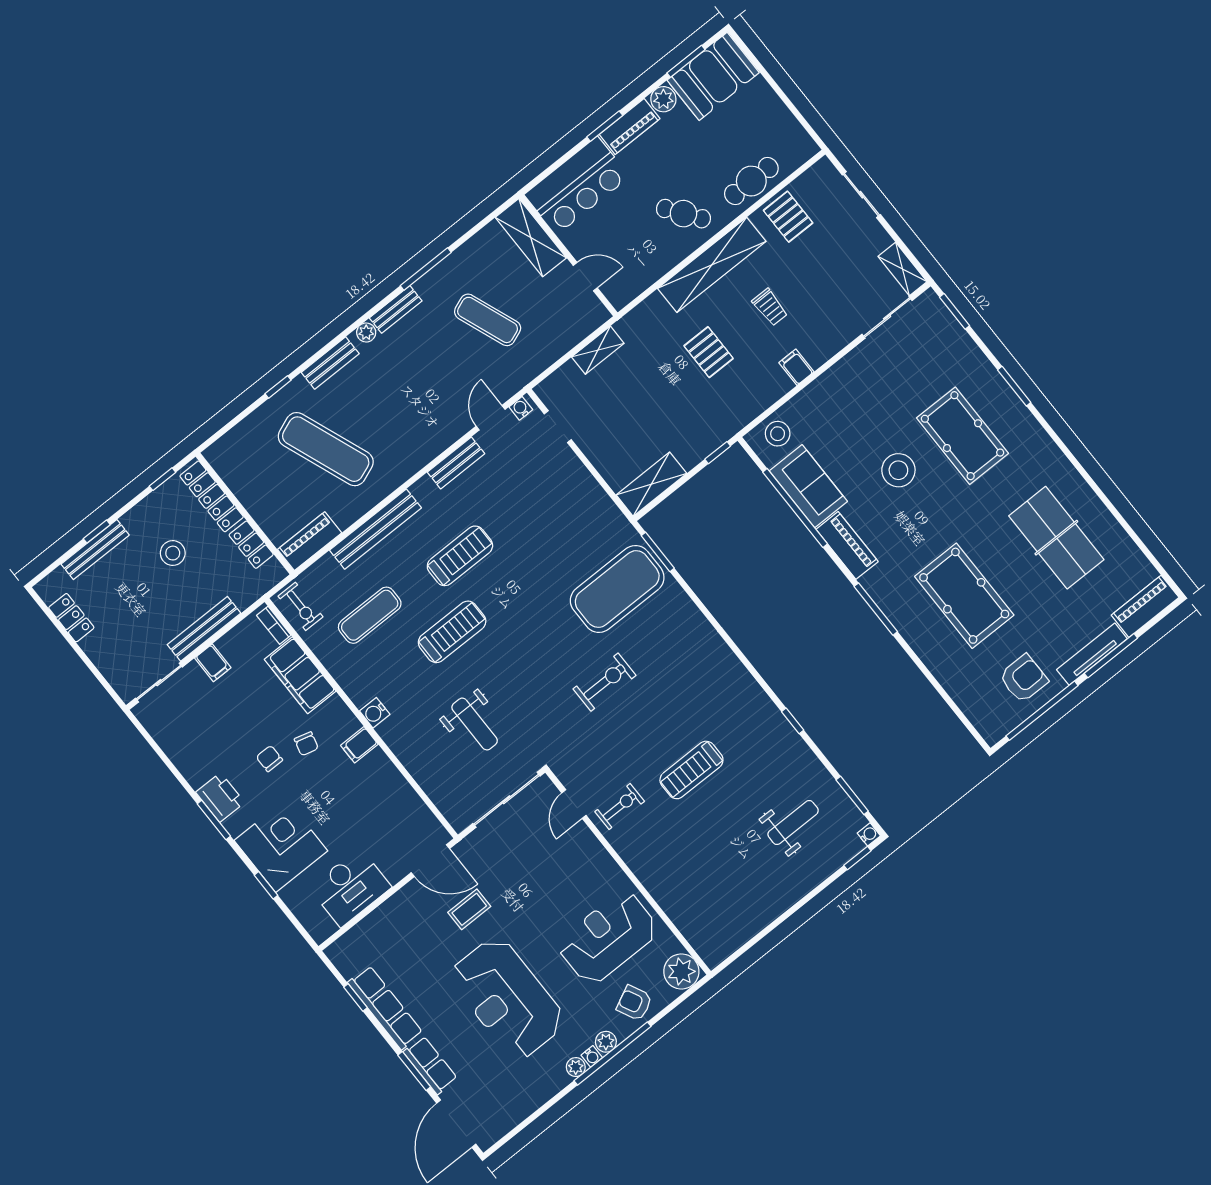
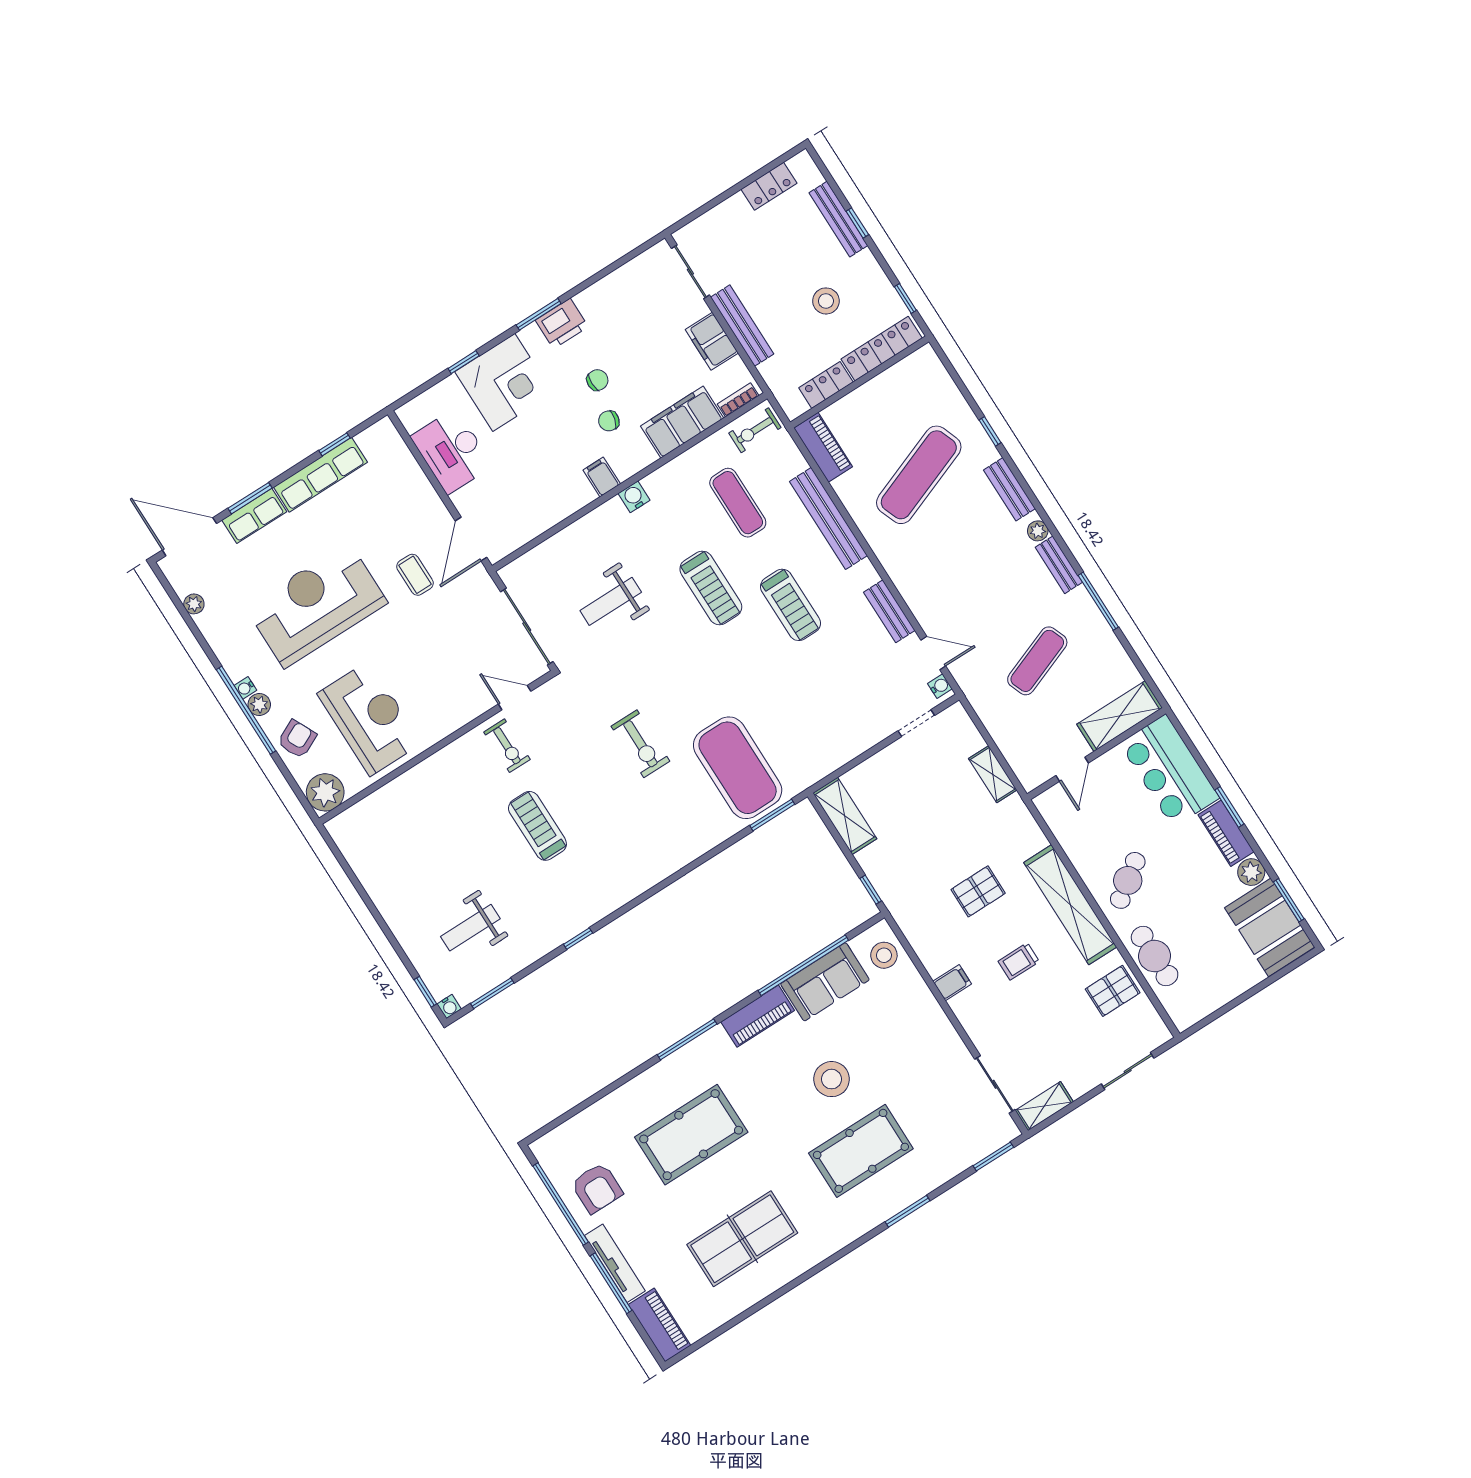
filing cabinet: (213, 663) -> (712, 341), width x2.00
weight bench: (793, 822) -> (470, 928), turned 90
plant: (576, 1067) -> (194, 604), moved

